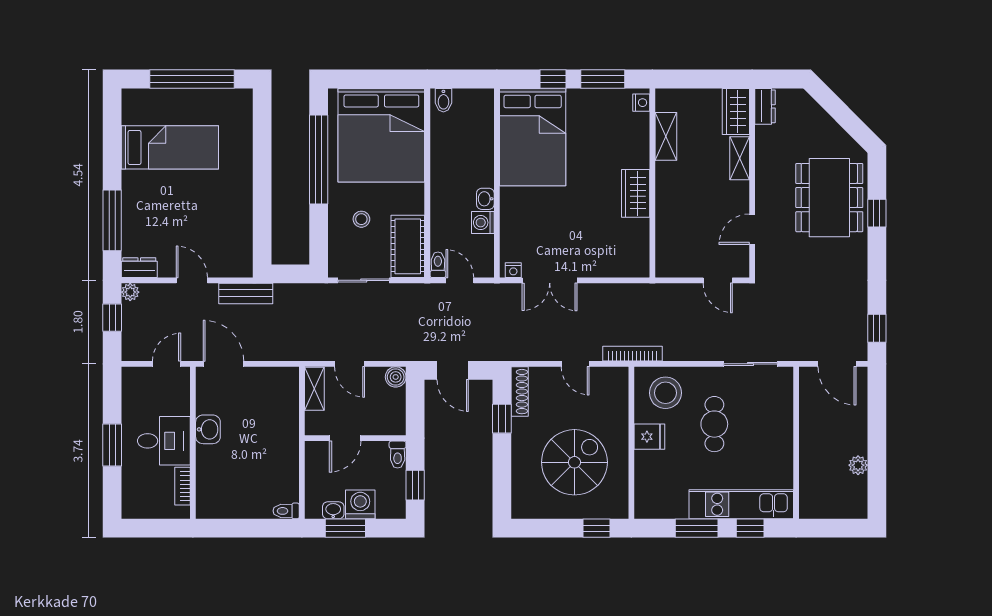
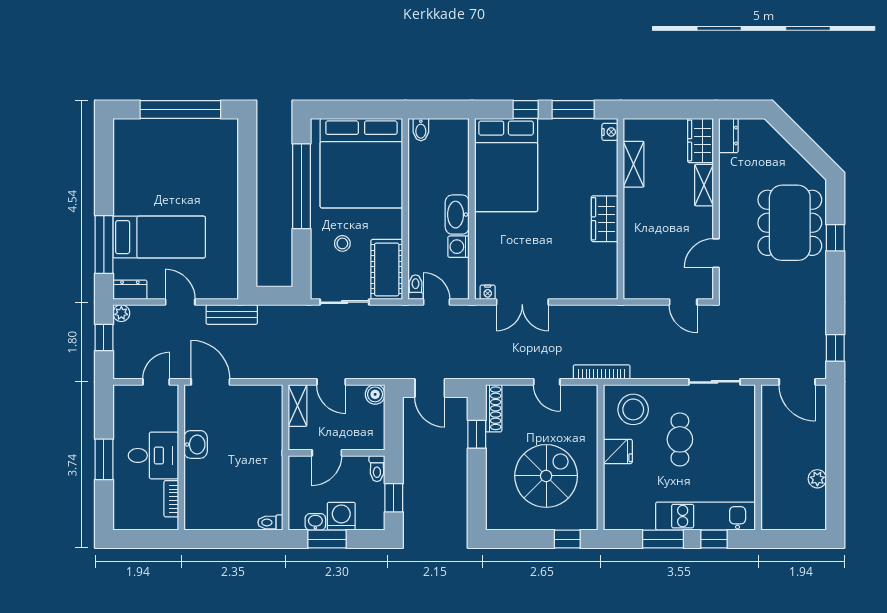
bed: (170, 147) -> (159, 237), moved
washbasin: (485, 199) -> (457, 215), width x1.91, depth x1.45

